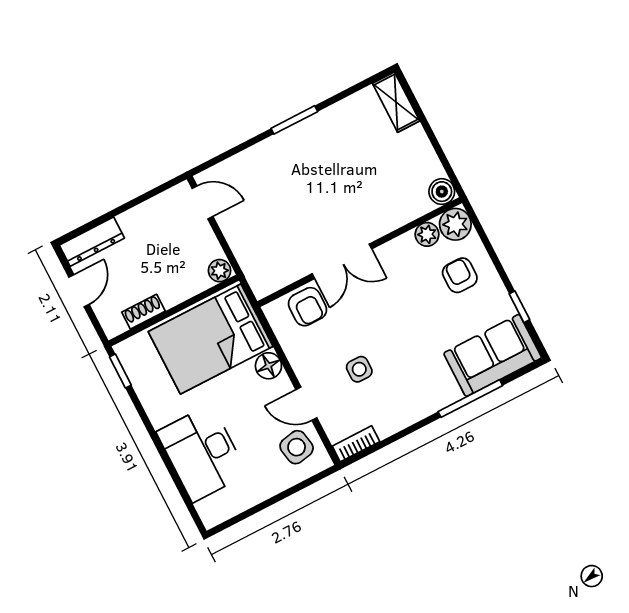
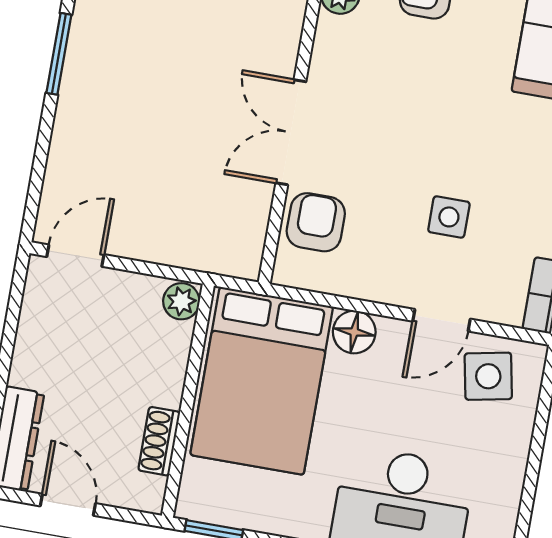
double door: (342, 261) -> (291, 132), swing flipped
armchair: (307, 307) -> (316, 222), turned -90

